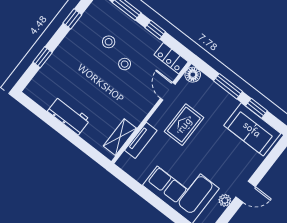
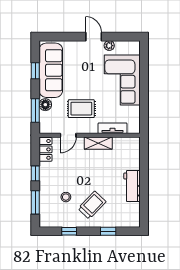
trolley: (81, 61) -> (92, 205), added
stool: (125, 64) -> (72, 176), removed
floor lamp: (193, 75) -> (45, 105), moved
window: (228, 86) -> (35, 111), moved
sofa: (252, 129) -> (51, 70), width x1.36
shelving: (120, 137) -> (98, 143), moved

